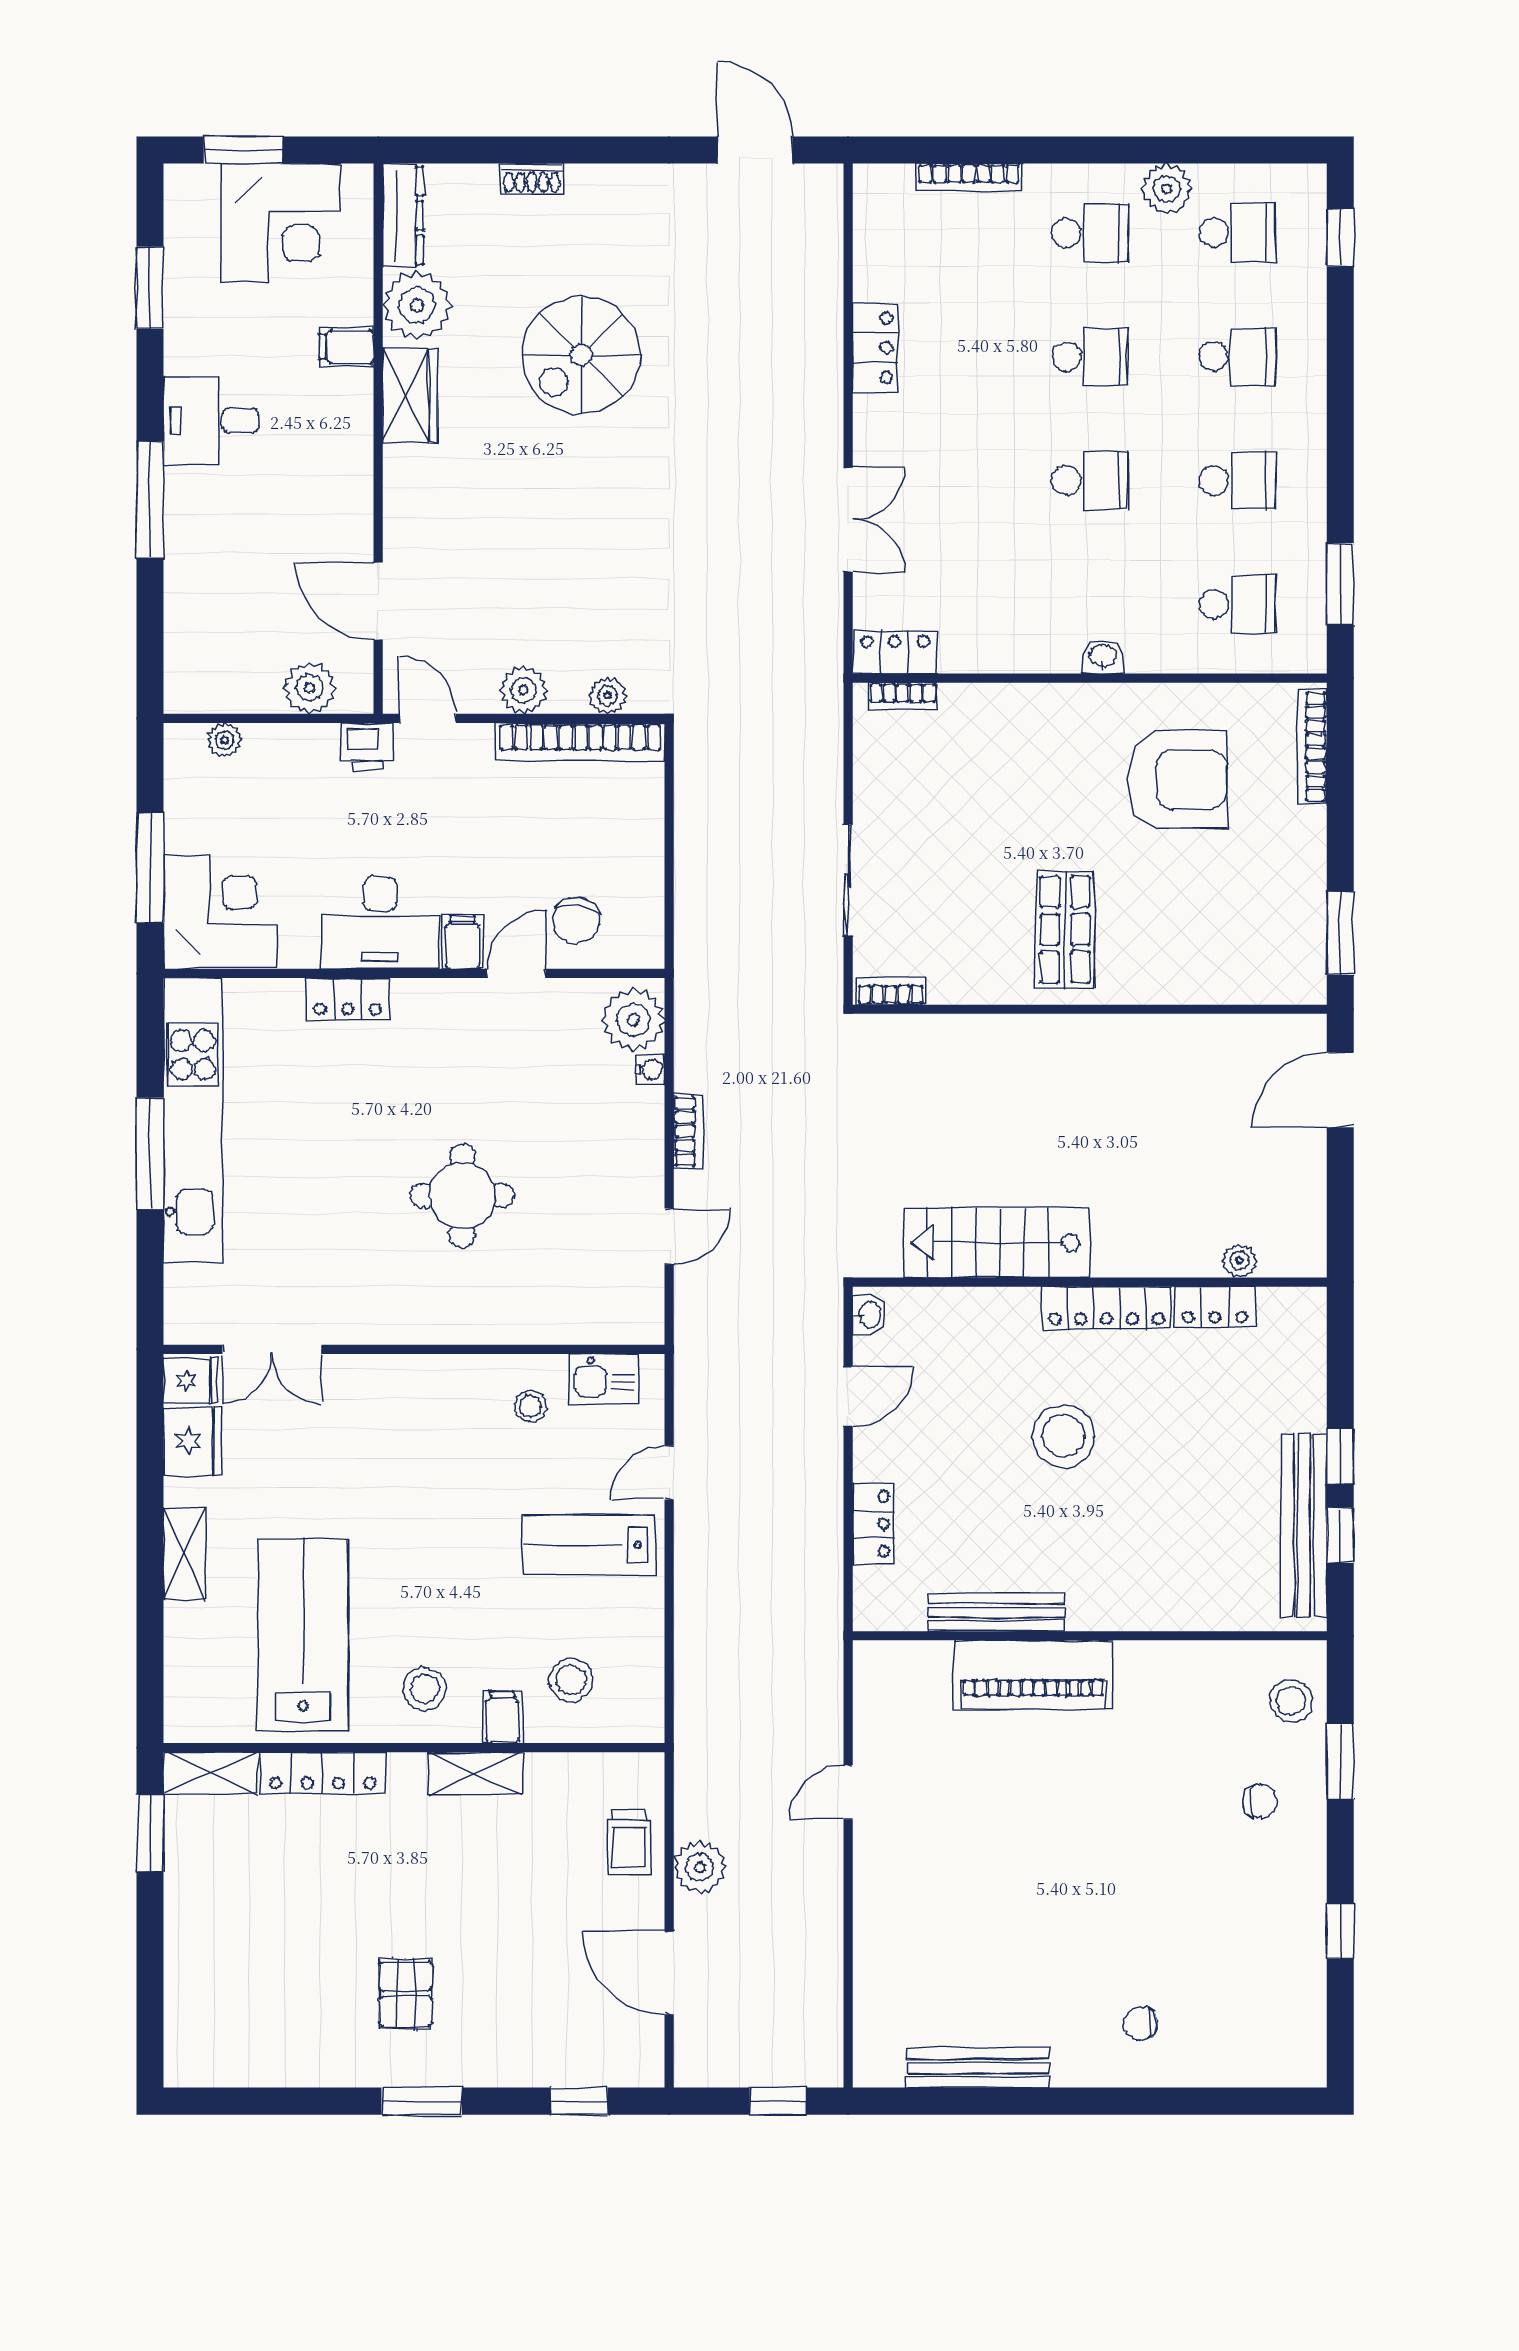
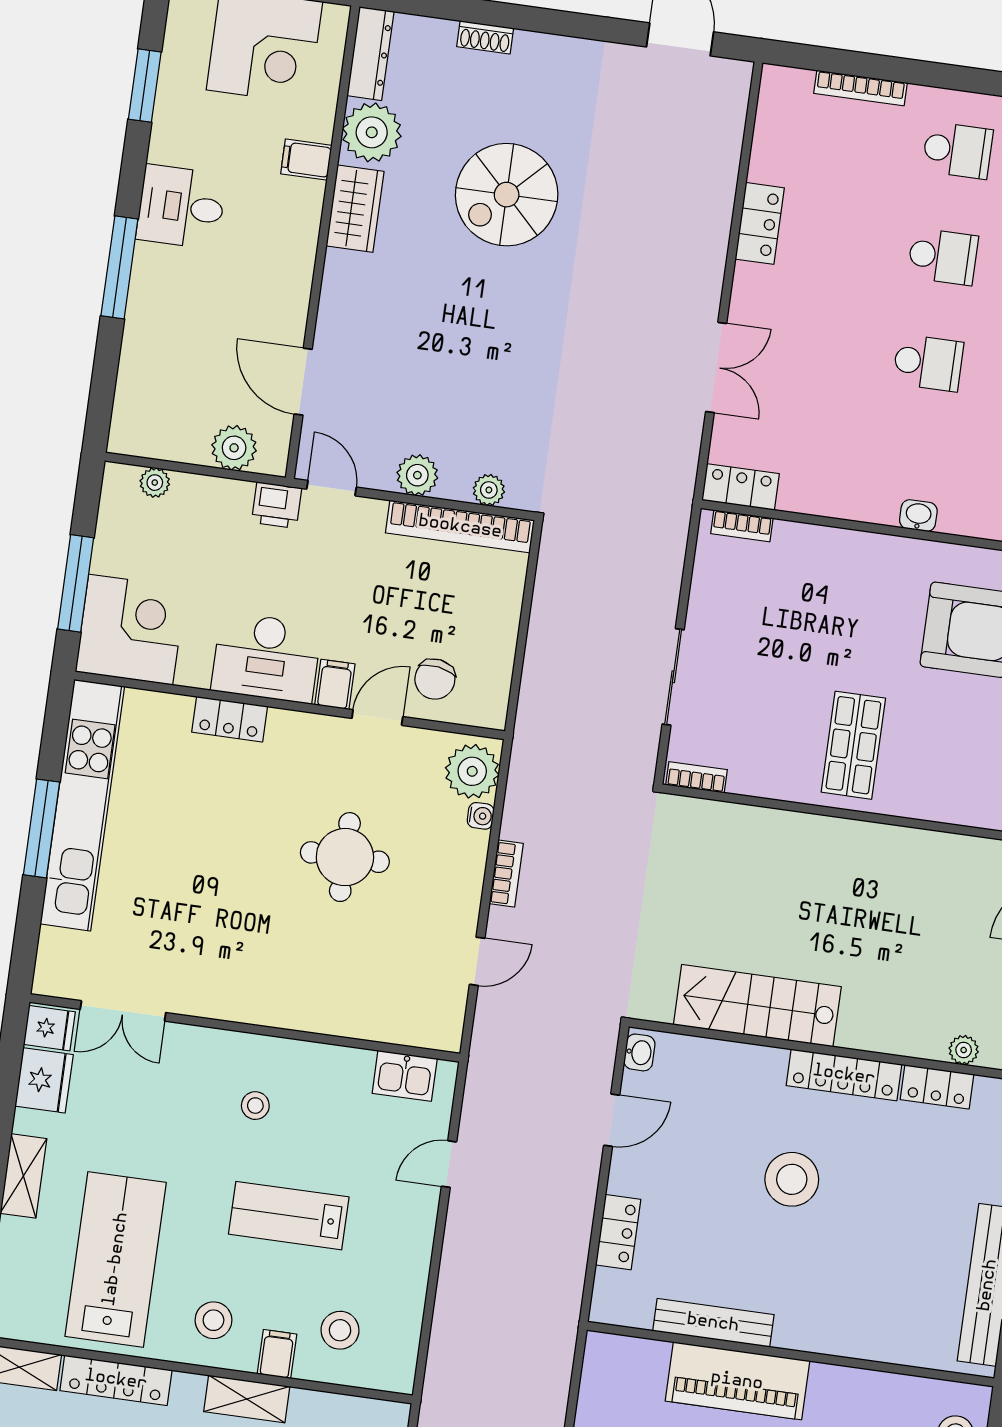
round table: (462, 1196) -> (345, 857), moved
stool: (530, 1406) -> (255, 1106), moved
lab bench: (589, 1545) -> (289, 1216), moved

